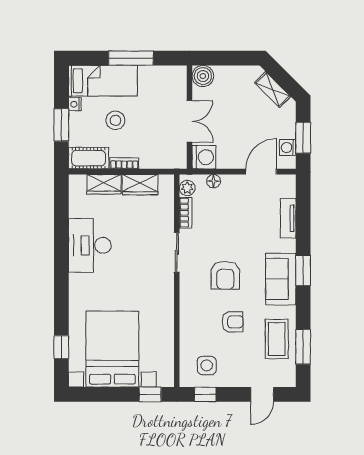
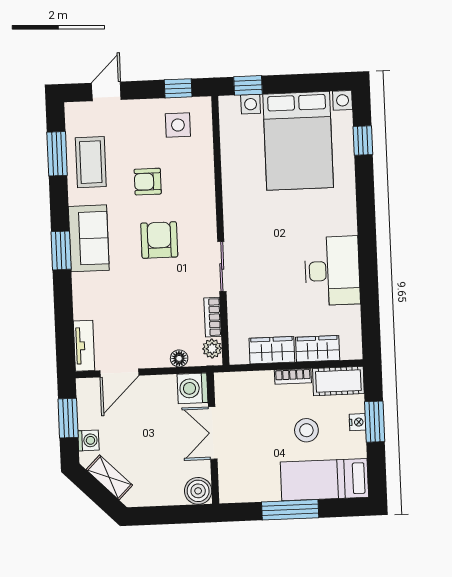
nightstand: (75, 104) -> (358, 422), moved
washing machine: (288, 148) -> (88, 440), moved
tv unit: (288, 218) -> (84, 346), moved

